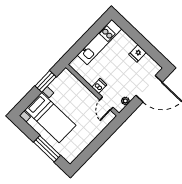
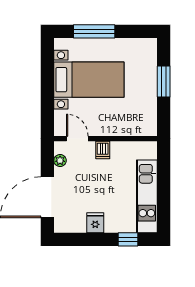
window: (129, 30) -> (128, 239), added
window: (46, 81) -> (164, 81), moved
bed with nightstands: (50, 118) -> (89, 80), moved, turned 180

